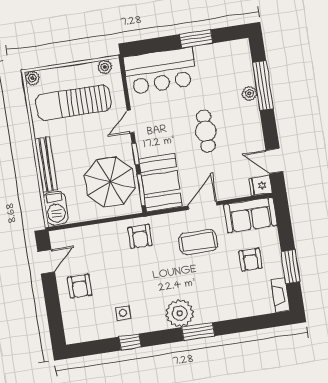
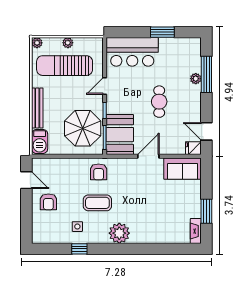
plant: (105, 67) -> (68, 43), moved
coffee table: (198, 242) -> (97, 203), moved
armchair: (250, 260) -> (178, 202), removed
door: (46, 262) -> (26, 180), hinge flipped
window: (198, 332) -> (131, 249), removed

